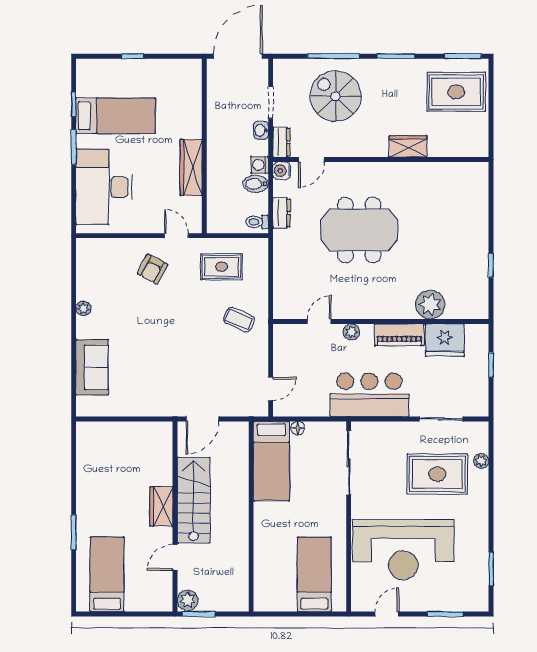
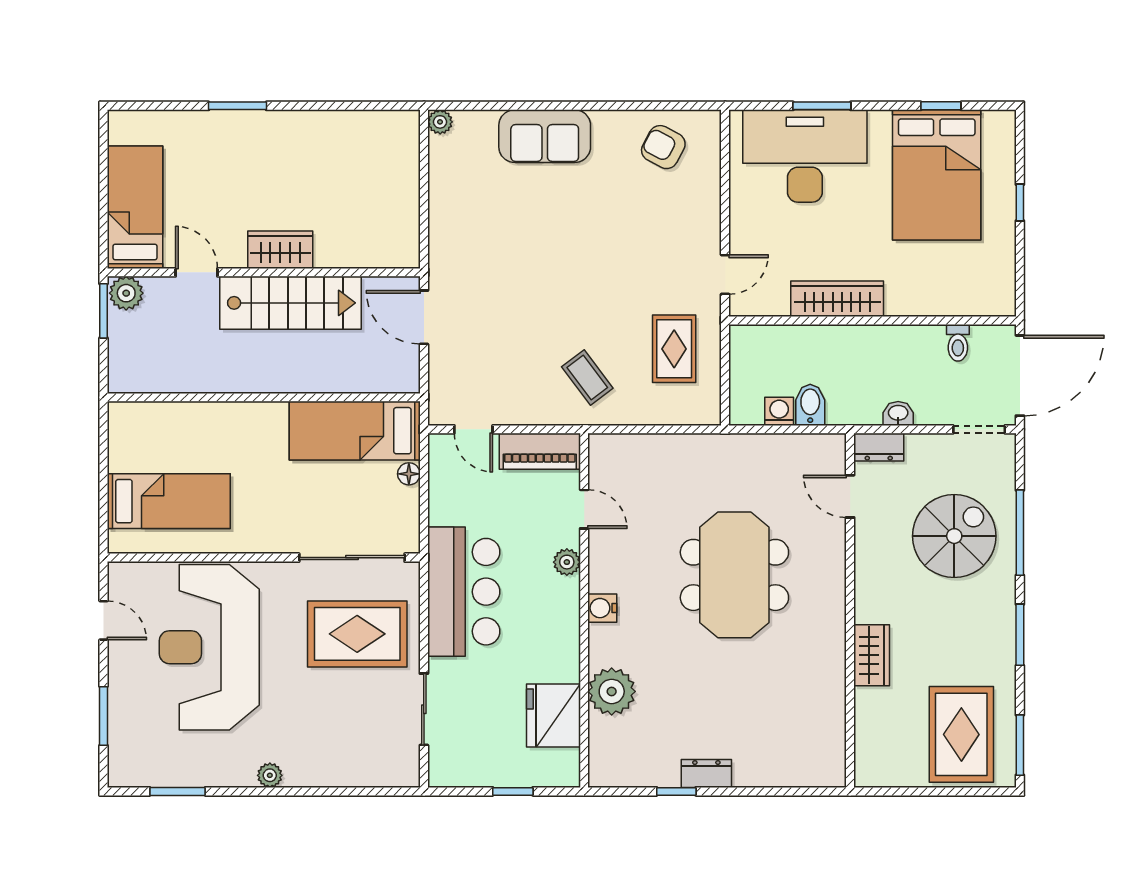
door: (238, 56) -> (1020, 376), hinge flipped
doorway: (271, 103) -> (979, 429), moved
bed: (116, 116) -> (937, 175), width x1.50
window: (74, 147) -> (822, 106), moved
washing machine: (260, 165) -> (779, 411), moved
water cooler: (282, 171) -> (602, 608), moved, turned -90
dresser: (282, 213) -> (706, 774), moved, turned 180
toilet: (257, 222) -> (958, 343), moved, turned 180
armchair: (152, 269) -> (663, 147), moved
plant: (83, 309) -> (440, 122), moved
coffee table: (239, 320) -> (587, 377), turned -61
piano: (399, 335) -> (540, 451), moved, turned -90
sofa: (92, 367) -> (545, 136), moved
plant: (481, 461) -> (270, 775), moved
rug: (437, 474) -> (357, 634), moved, turned 90
bed: (107, 574) -> (135, 207), moved, turned -90

